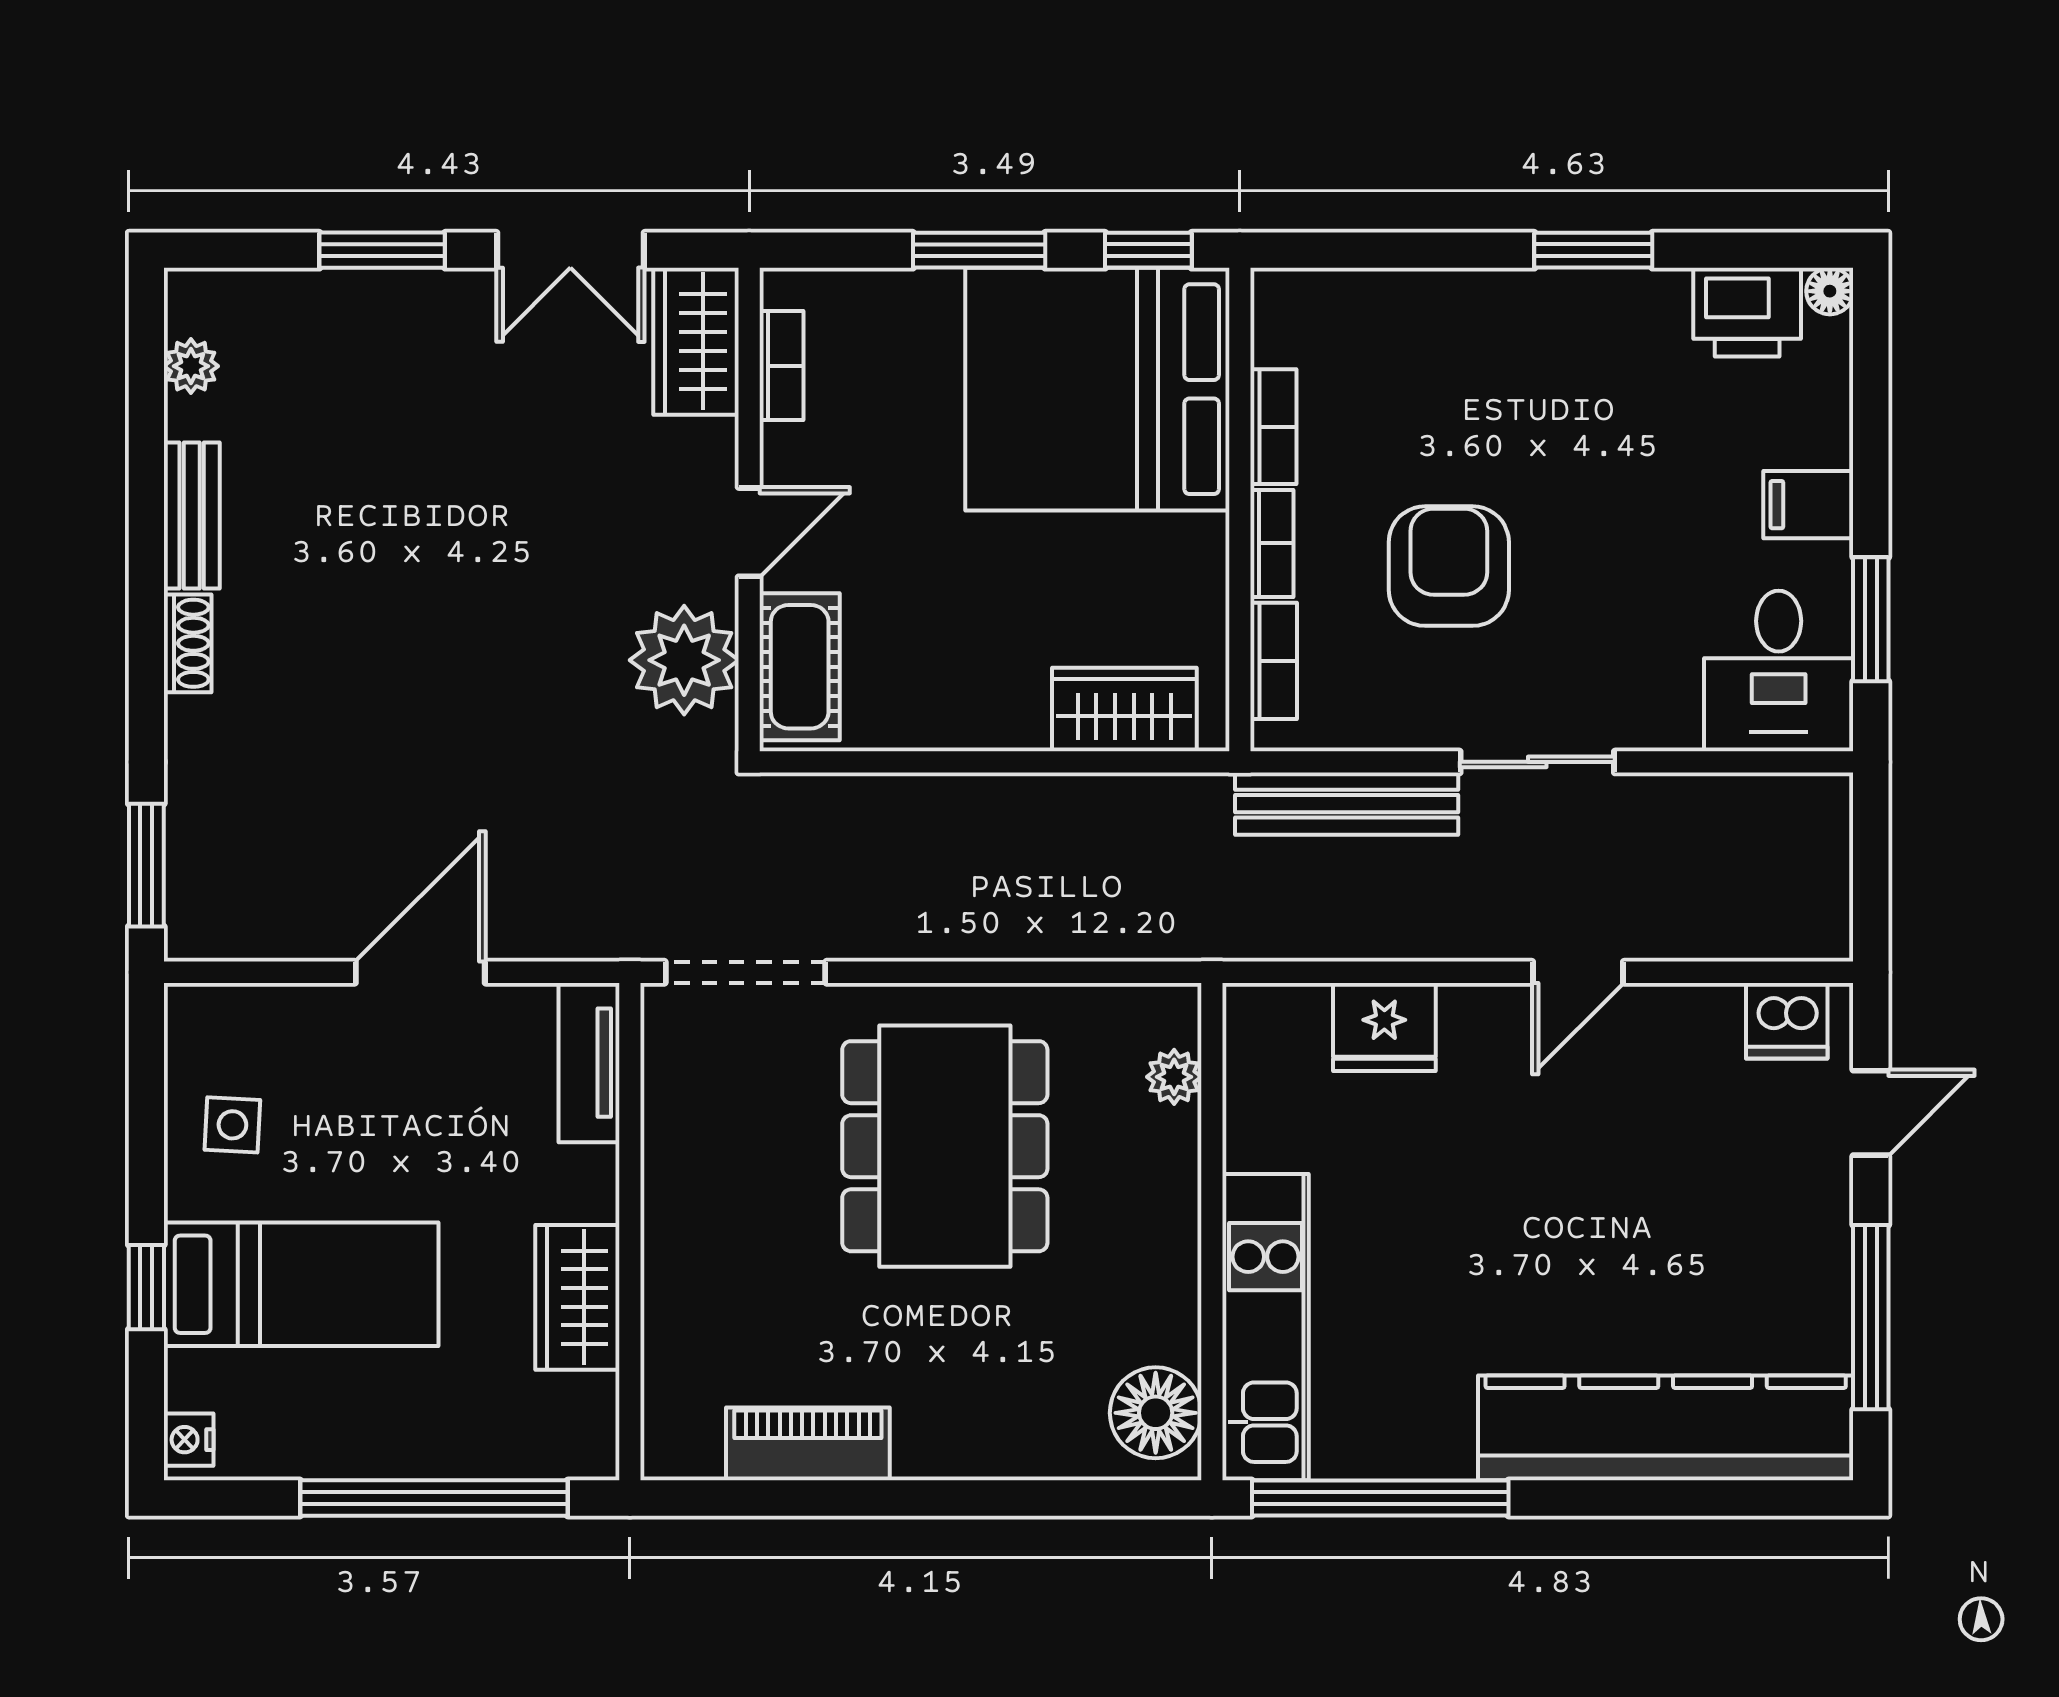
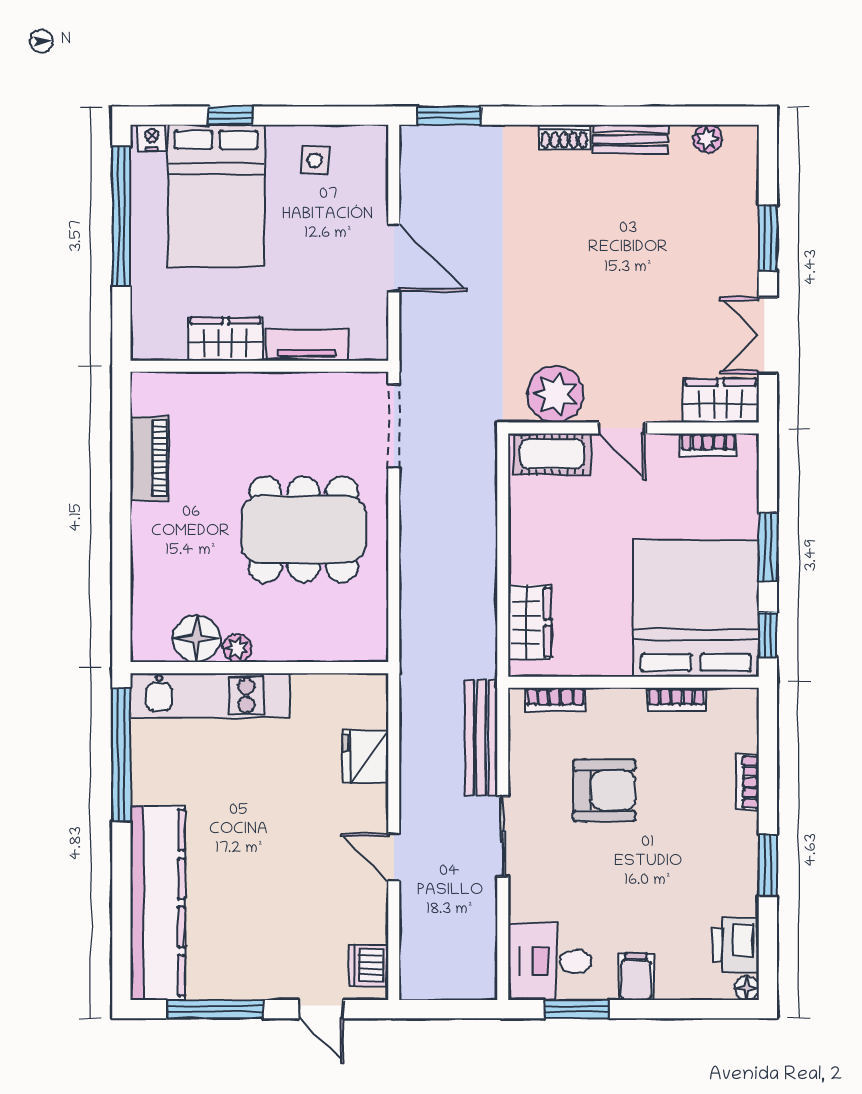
bookcase: (1272, 543) -> (748, 782), moved, turned 90
tv unit: (589, 1063) -> (307, 345), moved
plant: (1174, 1077) -> (237, 648), moved
bed: (301, 1284) -> (216, 196), width x1.50
floor lamp: (1156, 1413) -> (196, 639), moved
window: (434, 1498) -> (121, 216), moved

